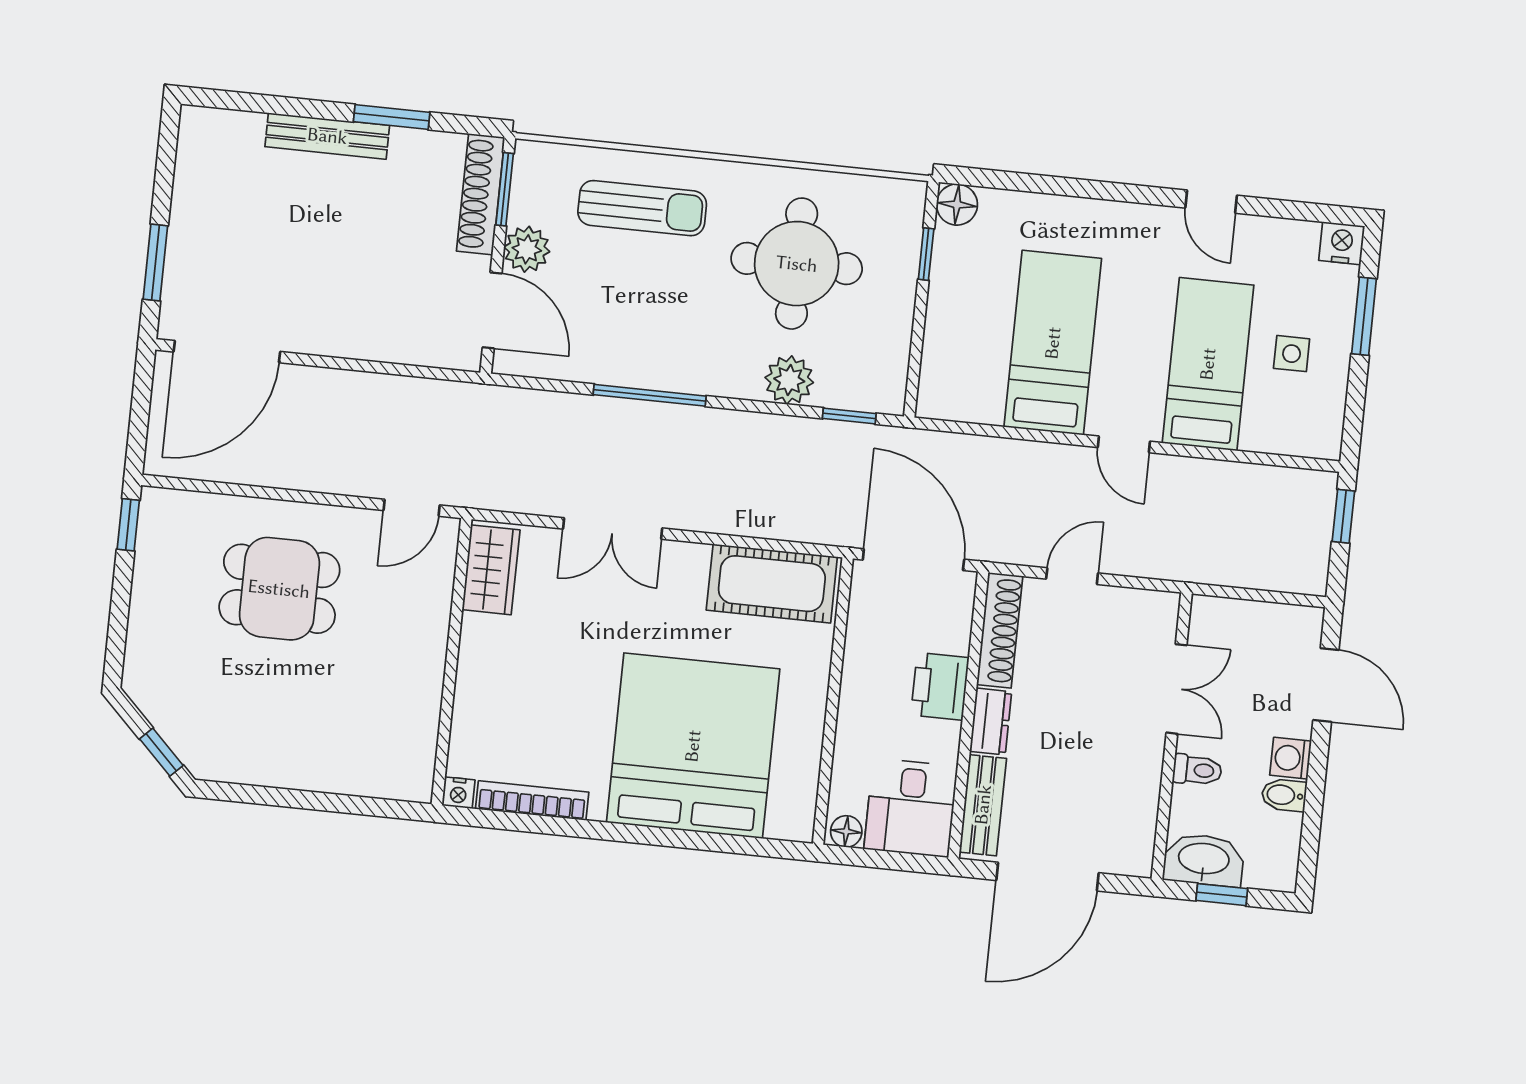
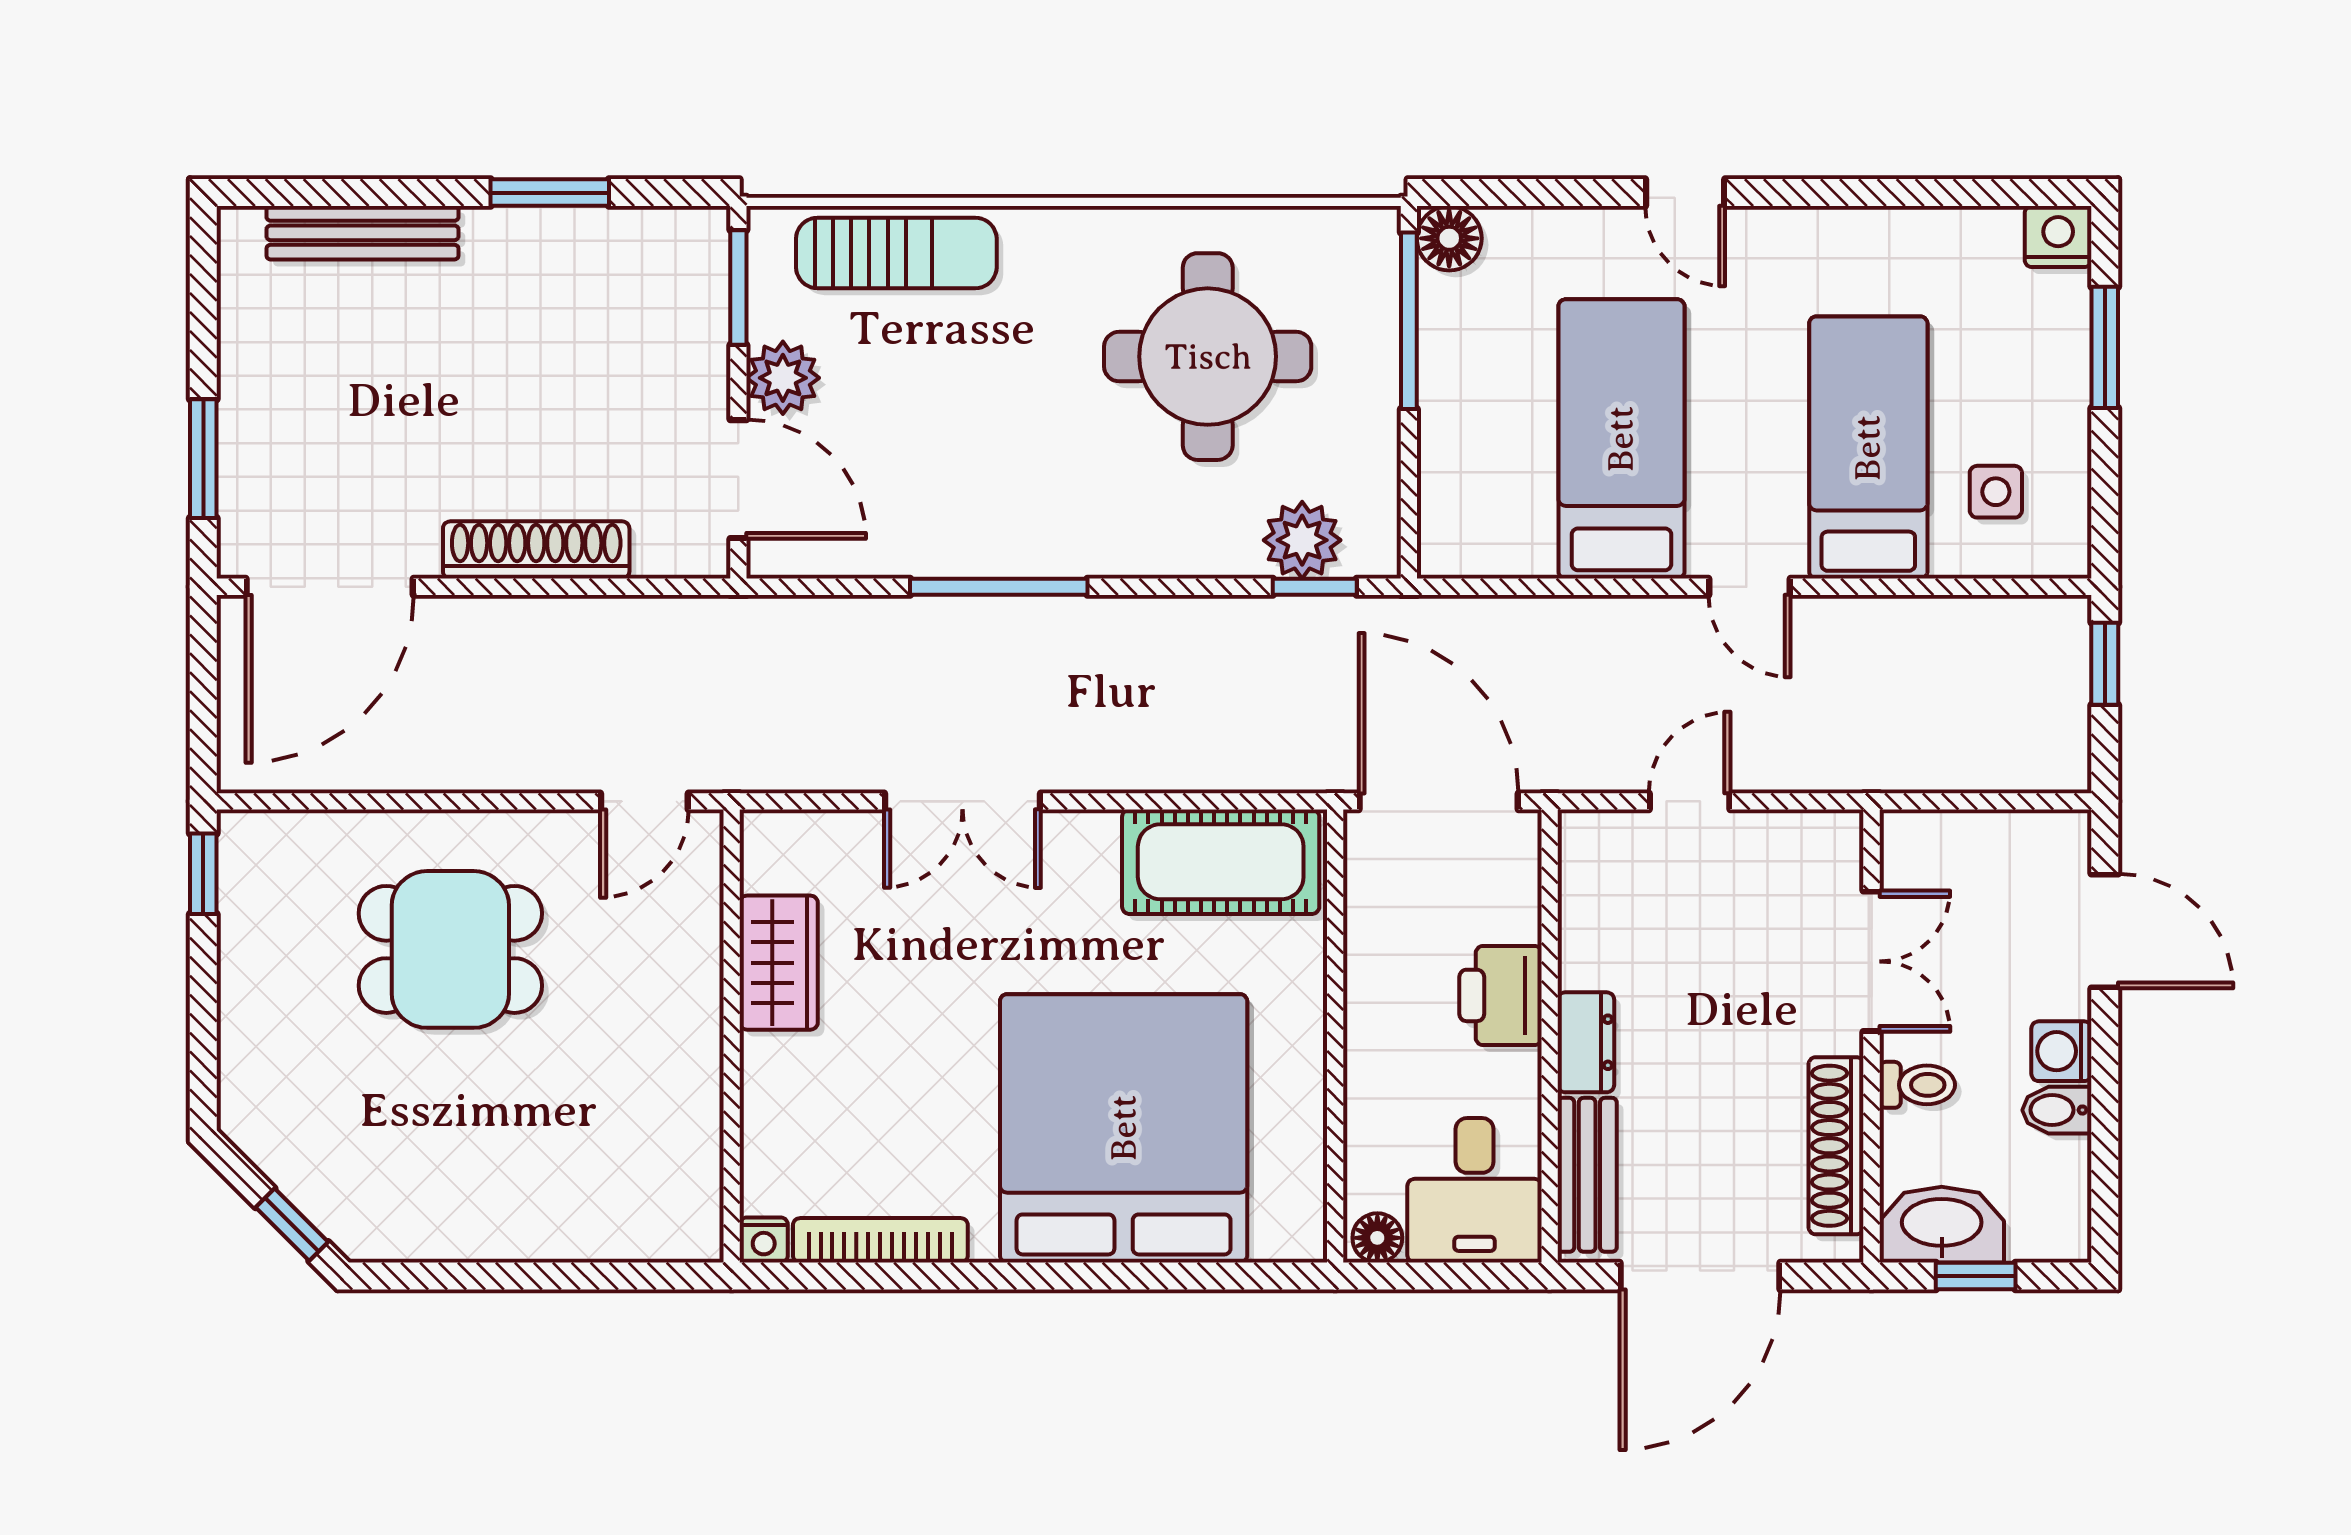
bench: (327, 136) -> (362, 233), moved
shoe rack: (481, 194) -> (536, 550), moved, turned 90
door: (1211, 202) -> (1685, 193), moved
sun lounger: (642, 208) -> (896, 253), moved
window: (926, 254) -> (1409, 321), width x2.17
side table: (1292, 354) -> (1996, 492), moved
plant: (789, 380) -> (1302, 540), moved
wardrobe: (491, 570) -> (779, 963), moved
shoe rack: (1000, 630) -> (1836, 1146), moved, turned 180

